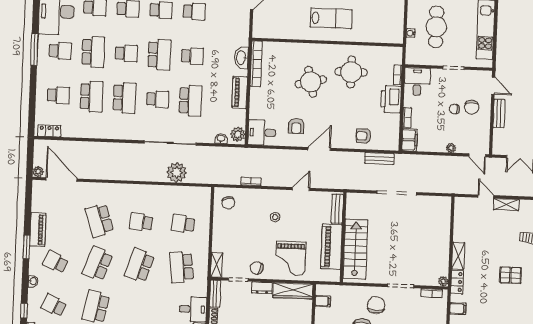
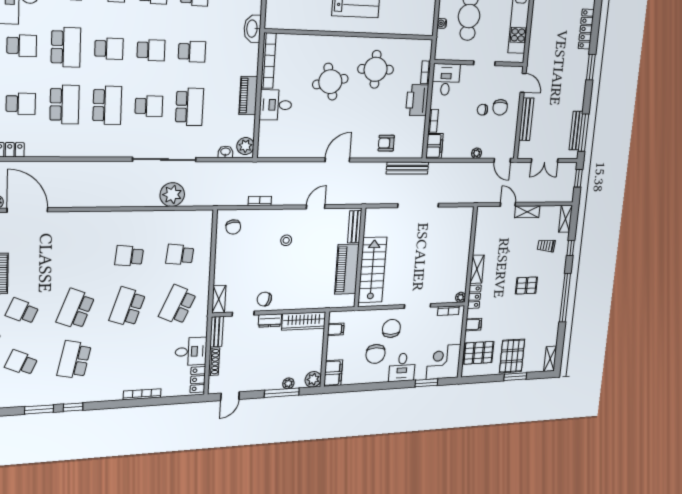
school desk: (159, 55) -> (151, 50), width x0.54
washbasin: (241, 58) -> (252, 29), moved
bench: (499, 113) -> (526, 119), width x1.36
armchair: (296, 126) -> (313, 134), removed
desk: (262, 133) -> (276, 105), moved
bench: (379, 158) -> (407, 168), width x1.36
school desk: (99, 220) -> (77, 257), removed
grand piano: (291, 258) -> (302, 285), removed
school desk: (181, 267) -> (178, 305), turned 30

